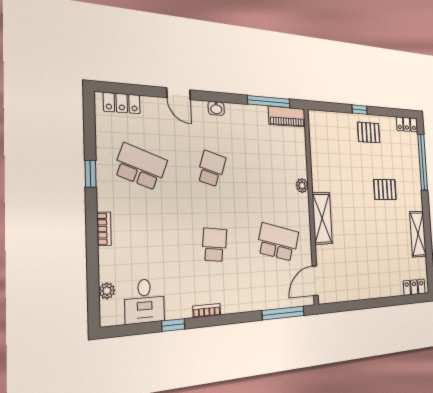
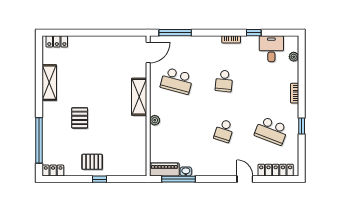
locker: (122, 103) -> (276, 170), width x1.53
washbasin: (216, 108) -> (186, 171), moved
pallet: (385, 189) -> (80, 118), turned 90

